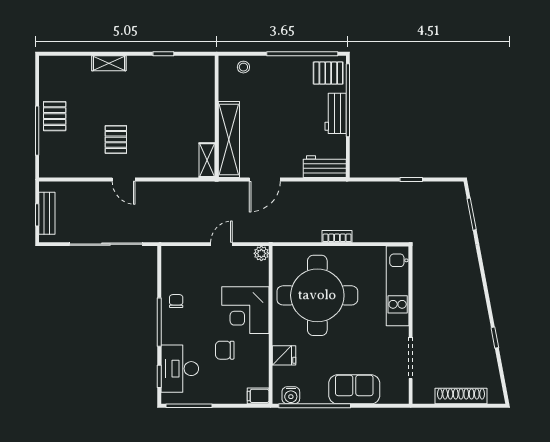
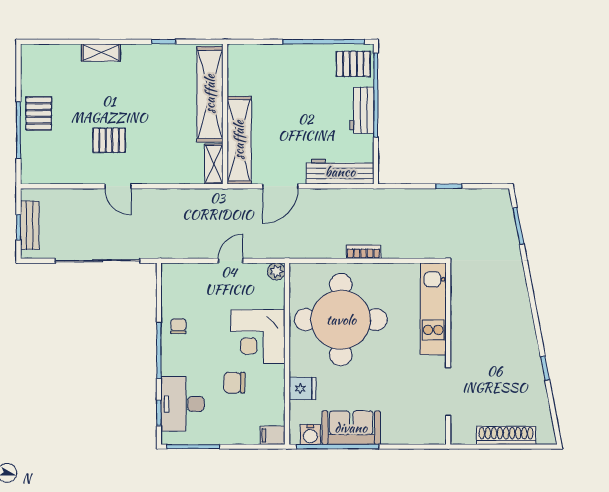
stool: (243, 67) -> (256, 57), removed
shelving: (204, 100) -> (210, 94), added
pallet: (116, 139) -> (109, 140), turned 90
workbench: (325, 167) -> (340, 172), width x1.38
sofa: (354, 389) -> (351, 428), moved

